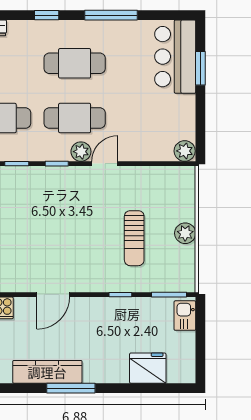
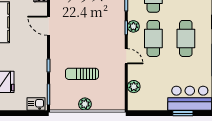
plant: (185, 151) -> (134, 87), moved
plant: (81, 152) -> (133, 26), moved

